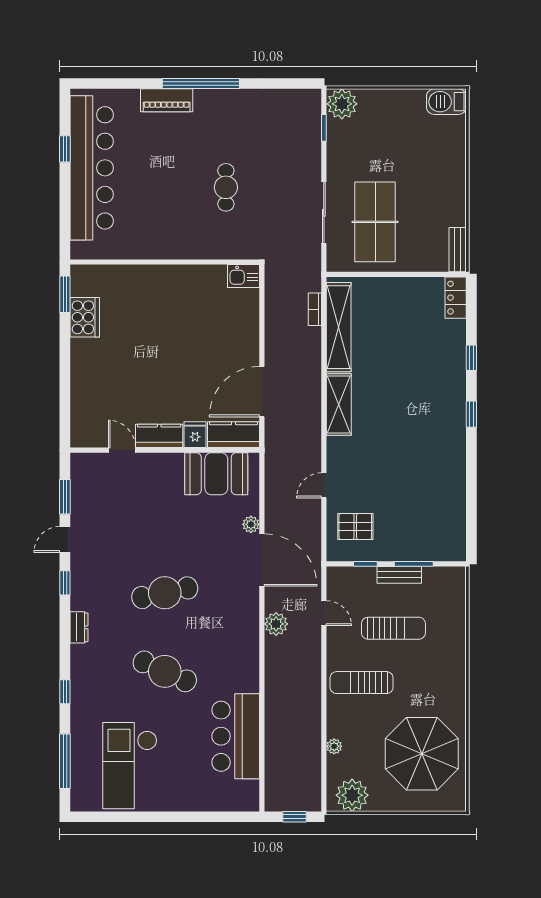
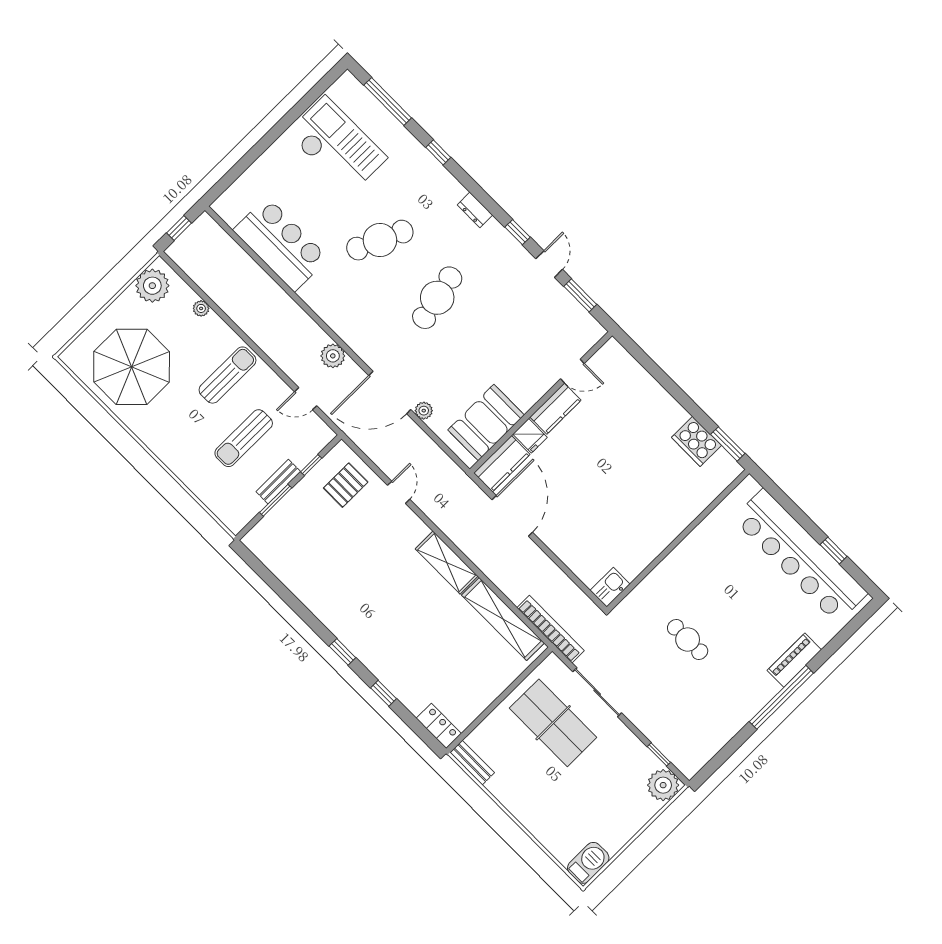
bookcase: (315, 309) -> (551, 629), width x2.31, depth x1.31

